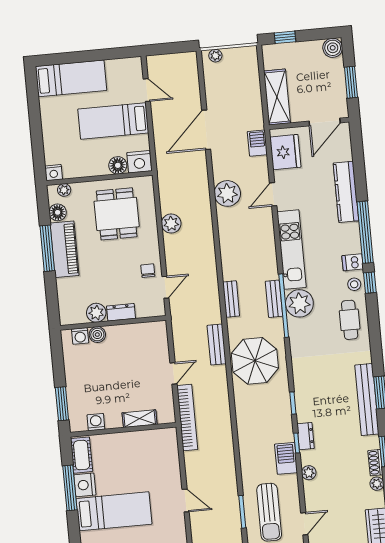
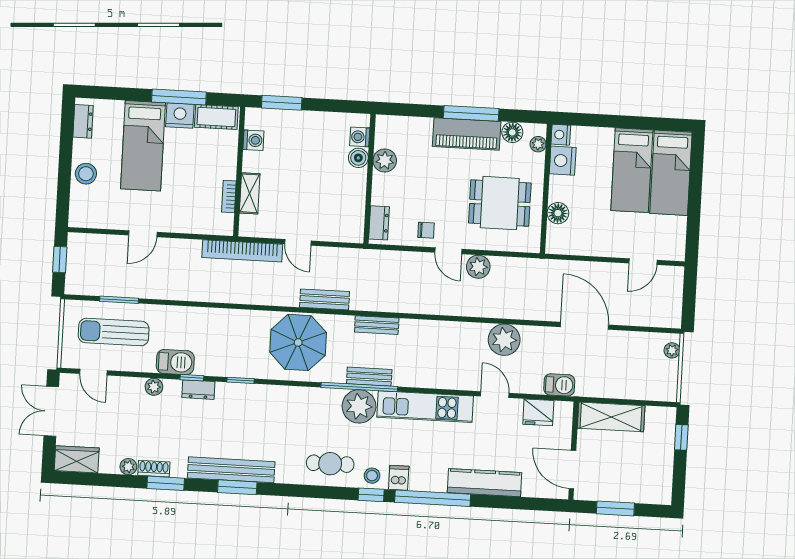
boiler: (333, 48) -> (660, 493), removed
bed: (113, 121) -> (632, 170), moved, turned 180
fridge: (285, 152) -> (538, 412), width x0.73, depth x0.75
nightstand: (139, 162) -> (563, 161), moved
door: (165, 287) -> (448, 251), moved
dresser: (121, 312) -> (379, 223), moved
bookcase: (145, 435) -> (229, 197), added

